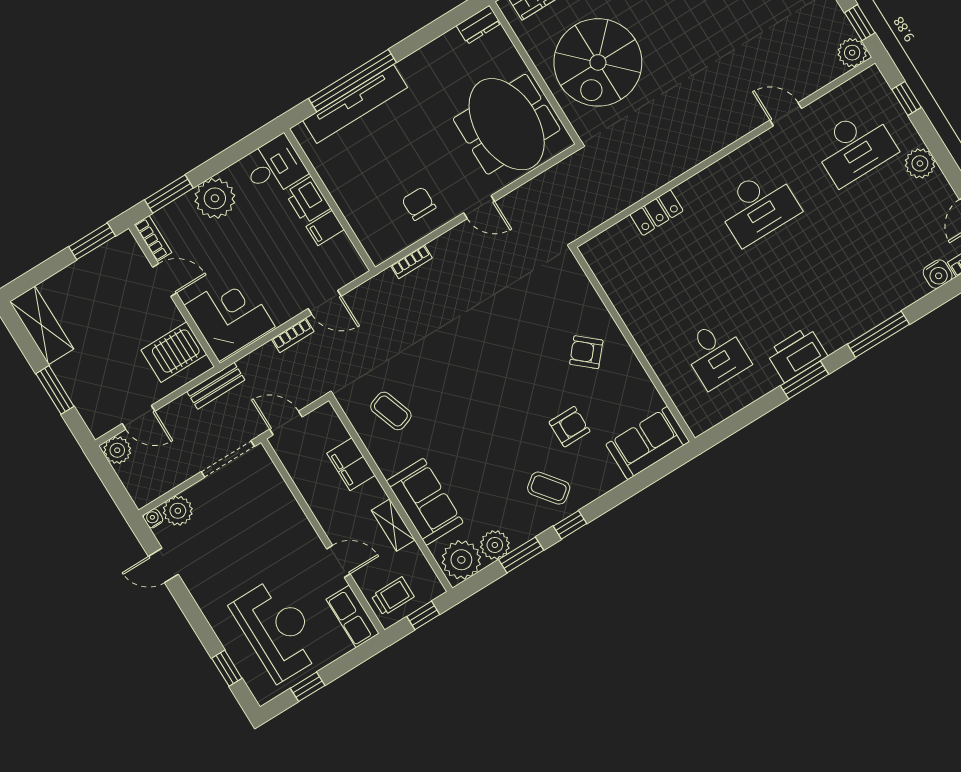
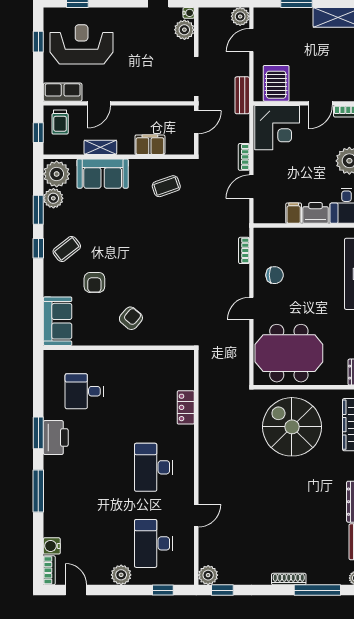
reception desk: (277, 630) -> (82, 44), turned 180

